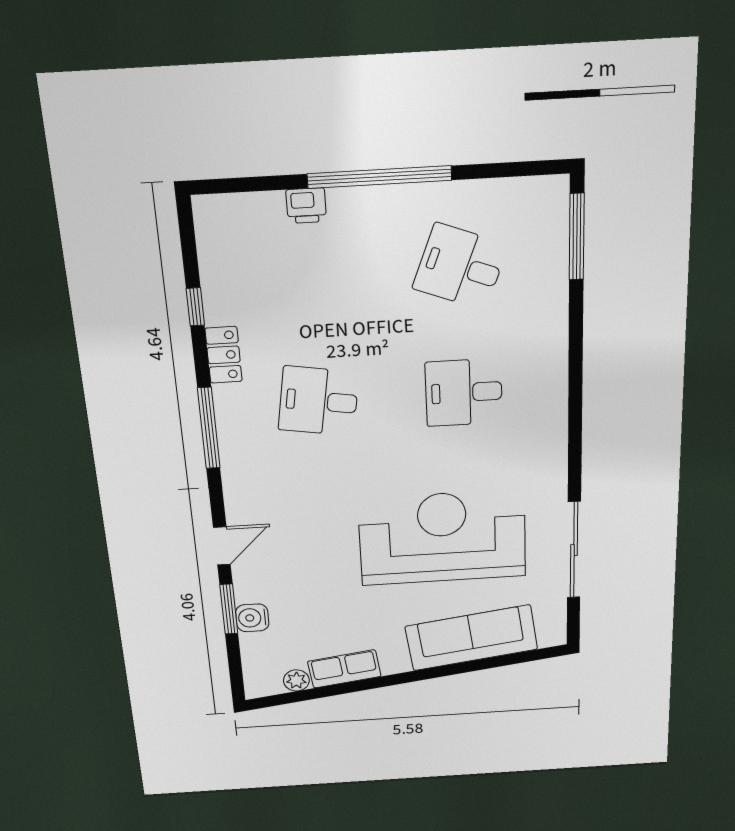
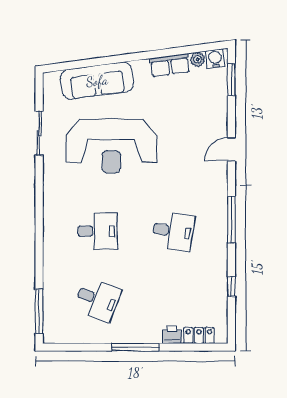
window: (379, 177) -> (136, 347), width x0.68
locker: (224, 355) -> (199, 335), moved, turned 90
sliding door: (574, 550) -> (39, 133), width x0.73
window: (229, 609) -> (231, 80), moved
water cooler: (252, 618) -> (215, 59), moved, turned -98

